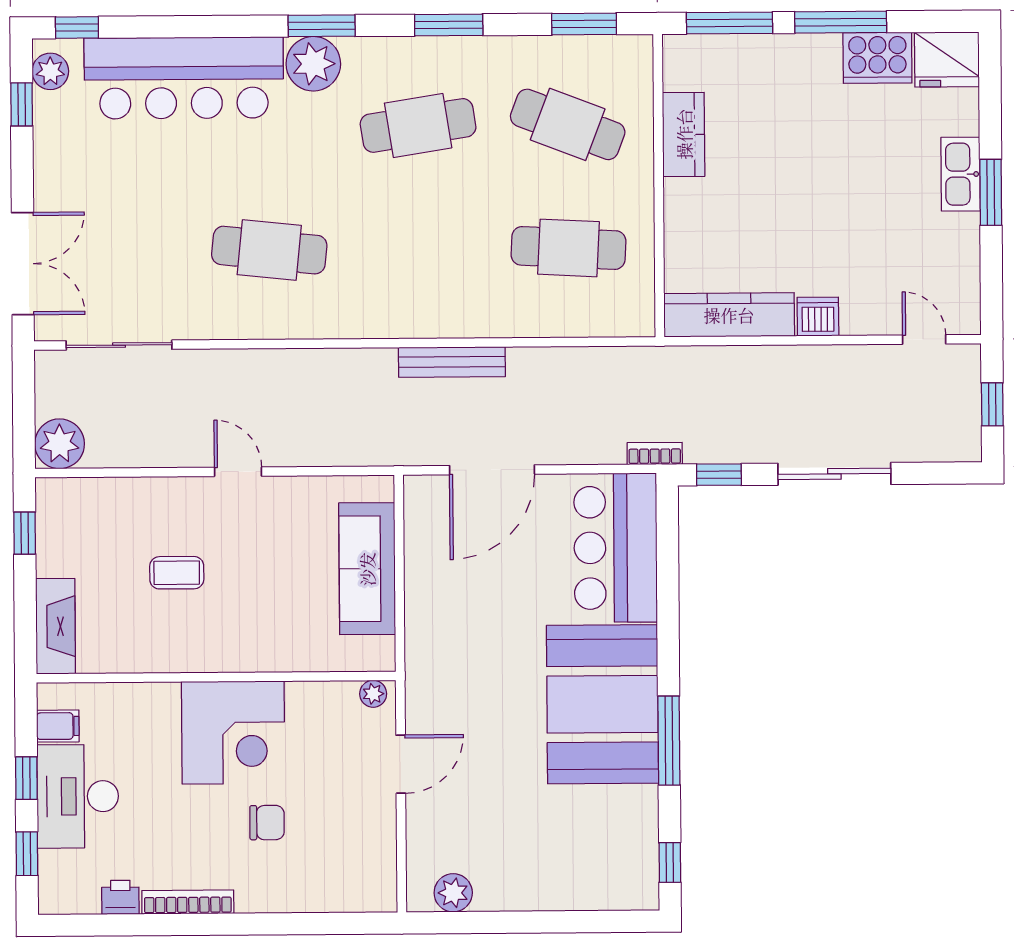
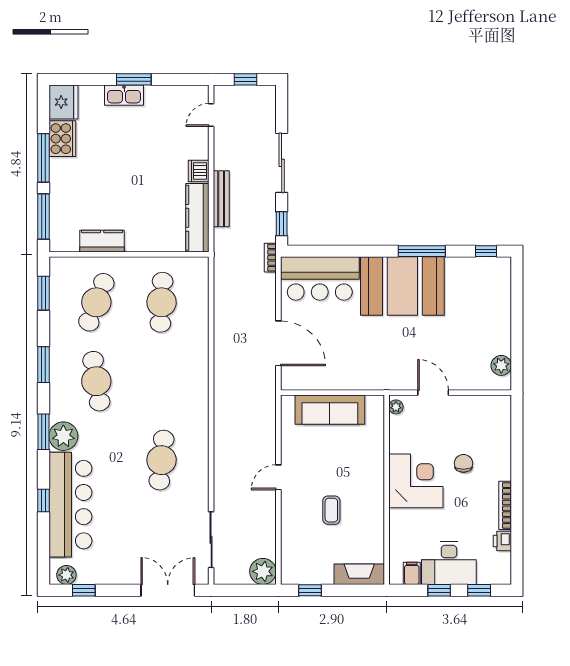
window: (77, 27) -> (43, 501), moved
bench: (452, 362) -> (221, 199), moved

